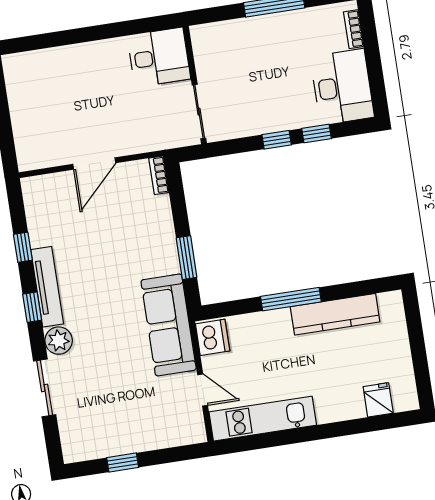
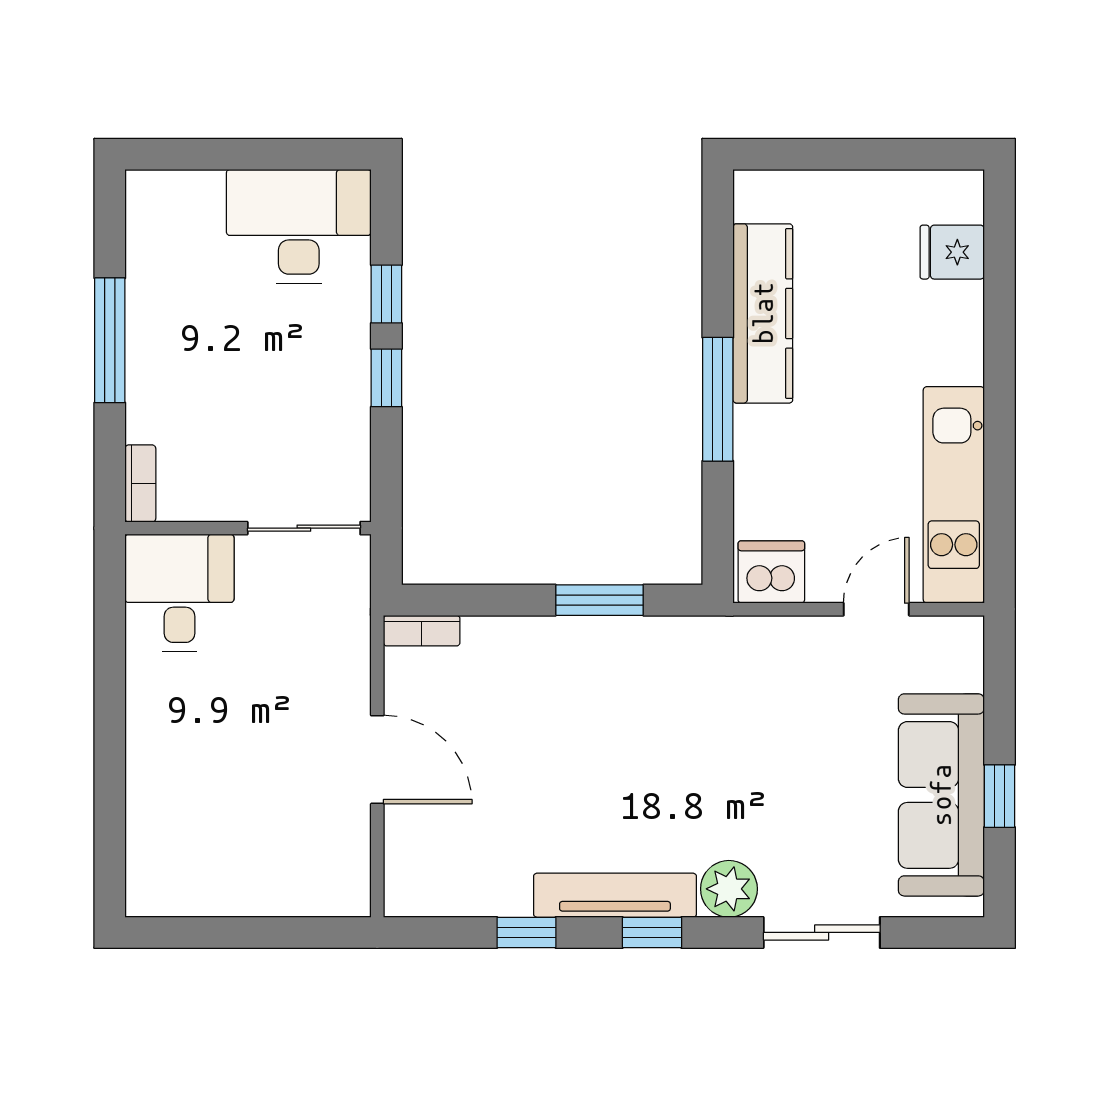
bookcase: (354, 29) -> (140, 484), moved, turned -90
sofa: (169, 325) -> (941, 795), moved, turned 90

